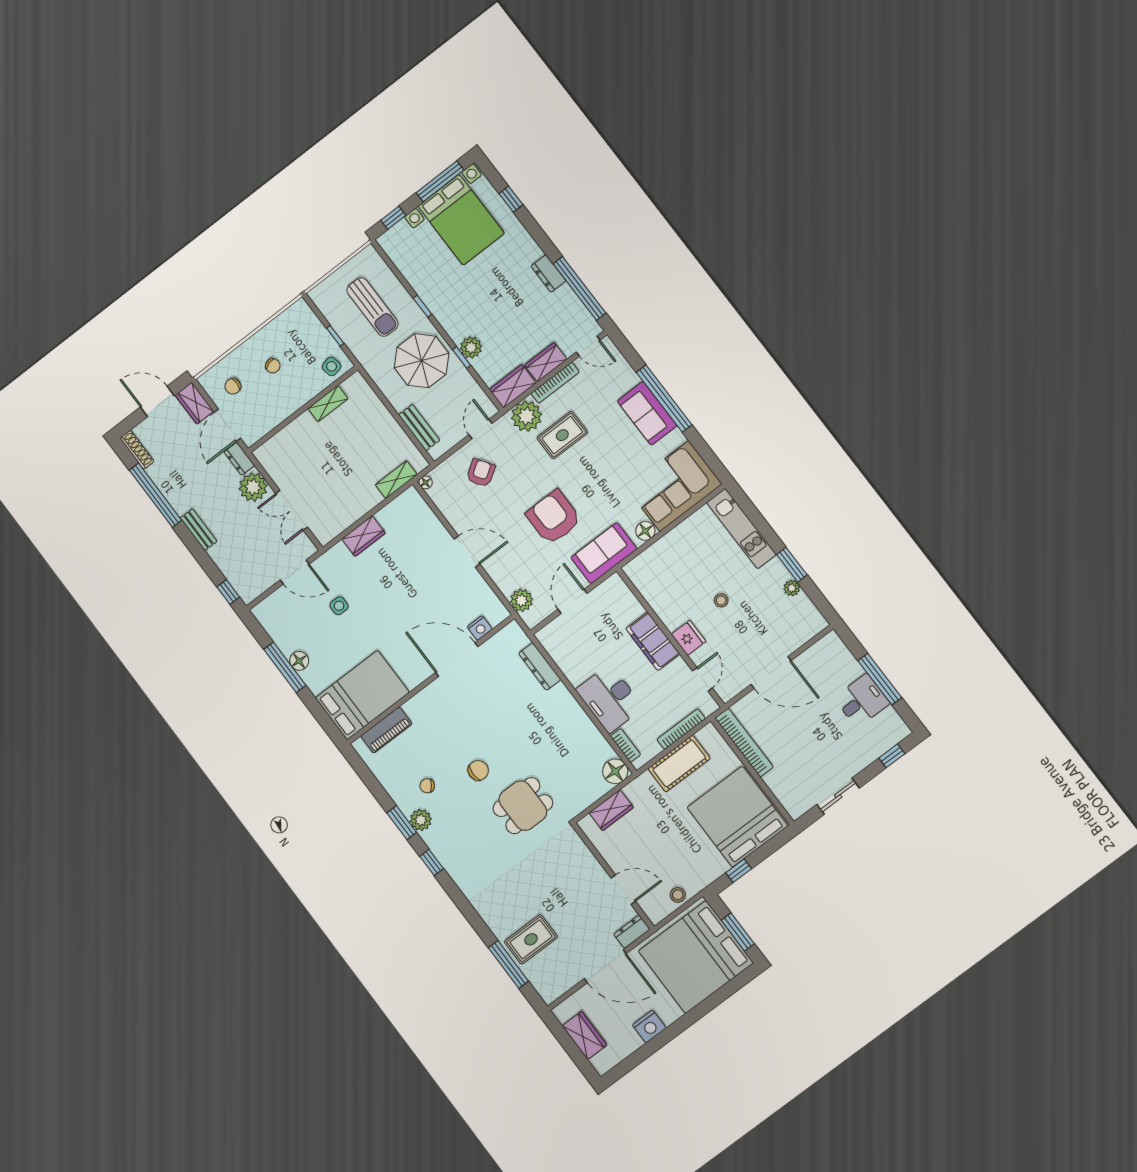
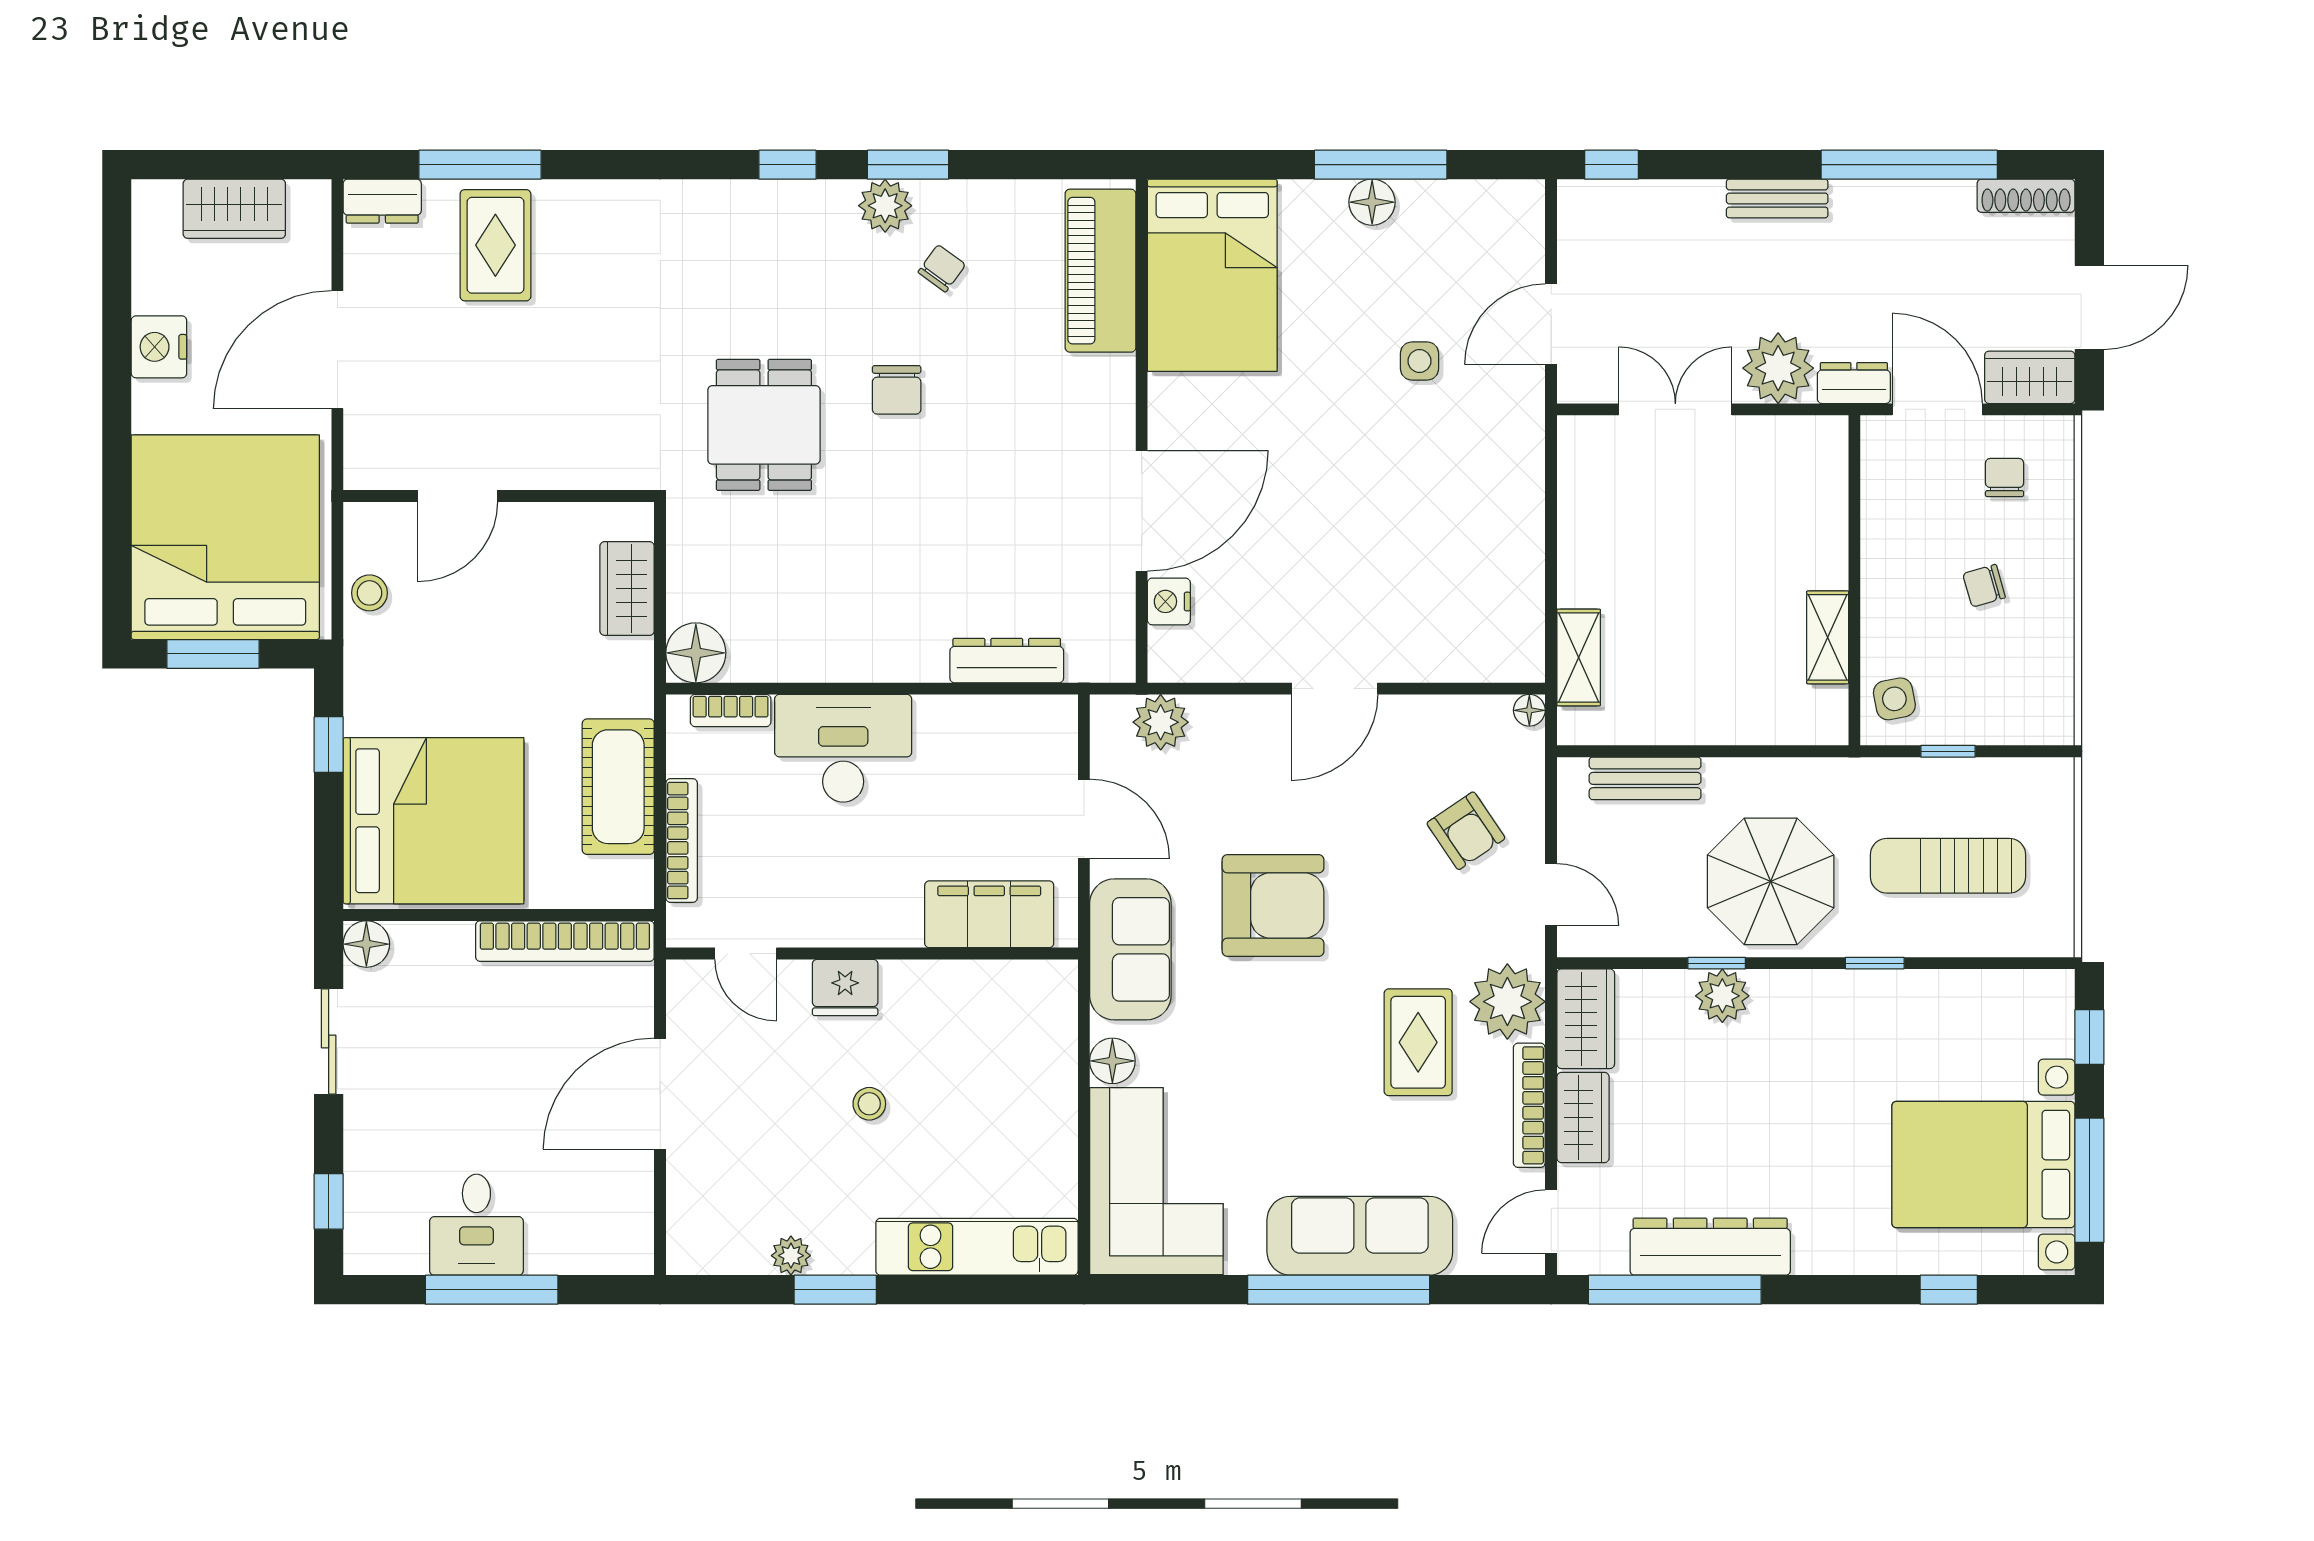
dresser: (548, 274) -> (1710, 1247), width x1.96, depth x1.24
sofa: (647, 413) -> (1360, 1236), width x1.36
wardrobe: (364, 536) -> (1518, 511), removed
filing cabinet: (653, 641) -> (989, 914), moved
piano: (386, 730) -> (1100, 271), width x1.37, depth x1.33
floor lamp: (796, 808) -> (366, 944), added
dresser: (632, 932) -> (382, 201), moved, turned 90

